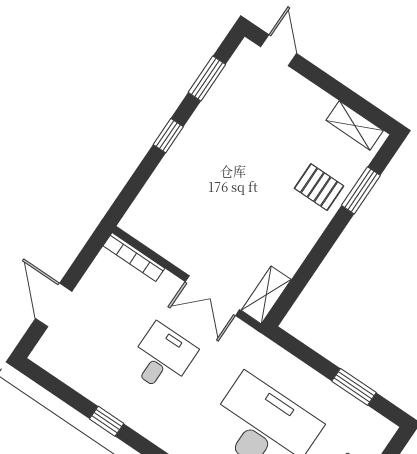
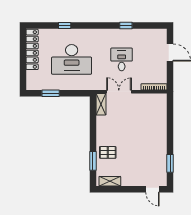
window: (168, 136) -> (170, 135), removed
desk: (162, 358) -> (122, 59), turned 180

